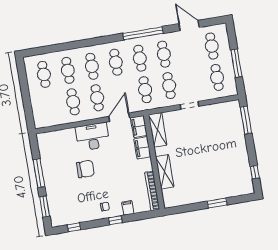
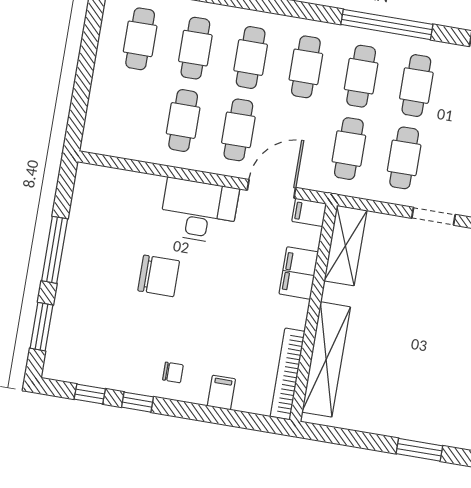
filing cabinet: (139, 127) -> (309, 212), width x0.50
shelving: (165, 172) -> (326, 359), width x1.47
window: (115, 220) -> (138, 402), moved

